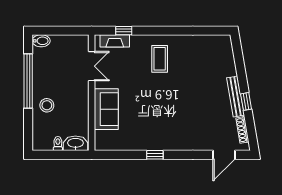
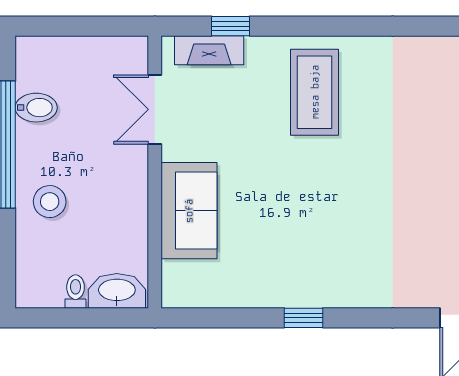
bidet: (41, 41) -> (36, 108), moved
coffee table: (160, 59) -> (315, 92), width x1.36, depth x1.32
double door: (92, 66) -> (155, 109), swing flipped

